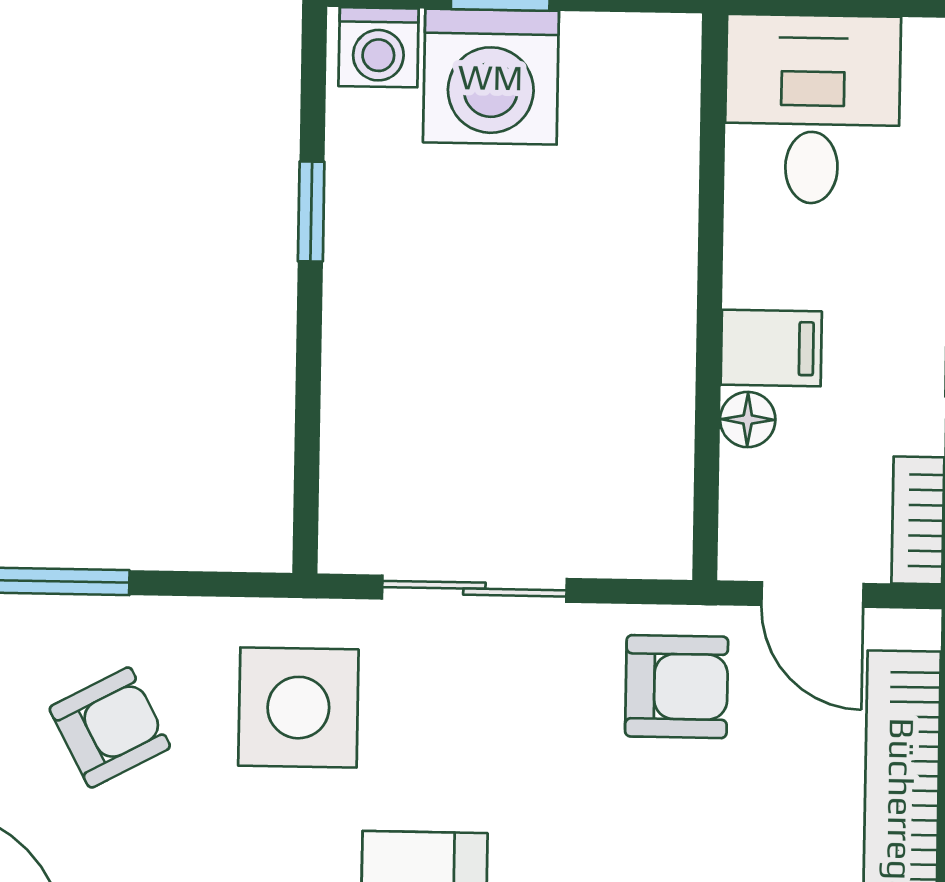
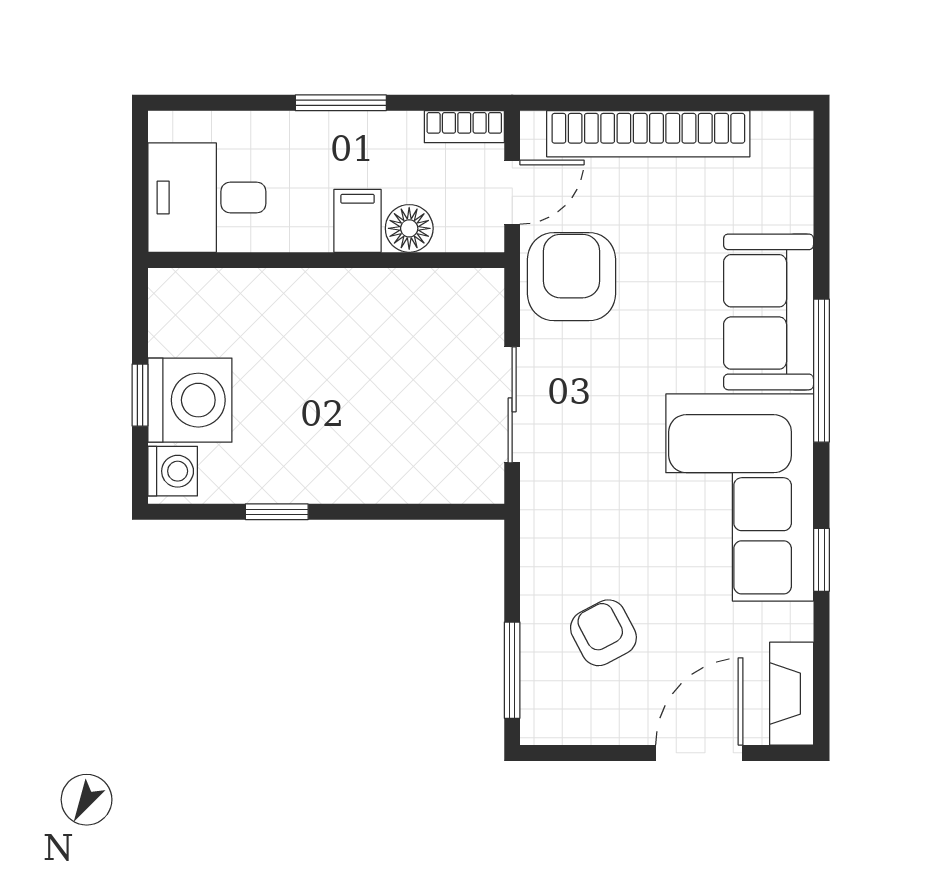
floor lamp: (748, 420) -> (409, 228), width x1.37, depth x1.37
armchair: (677, 687) -> (571, 277), width x1.38, depth x1.38
side table: (298, 708) -> (589, 514), removed

